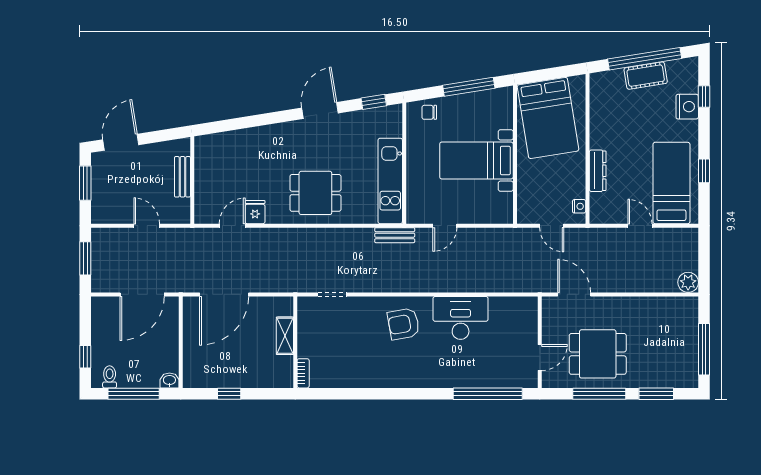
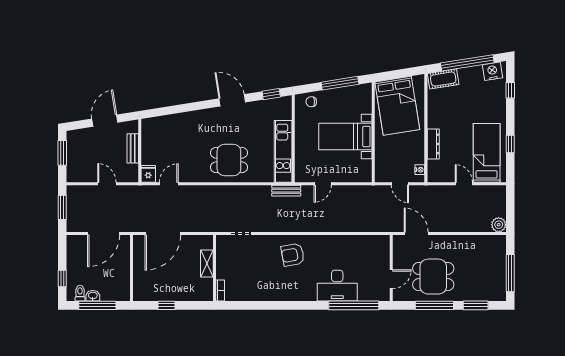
cot: (646, 76) -> (443, 79), moved
nightstand: (687, 107) -> (492, 71), moved, turned -99
door: (320, 110) -> (232, 100), hinge flipped
door: (121, 142) -> (105, 121), moved
fridge: (255, 212) -> (148, 174), moved
desk: (461, 318) -> (337, 286), moved, turned 180
washbasin: (169, 380) -> (93, 296), moved

